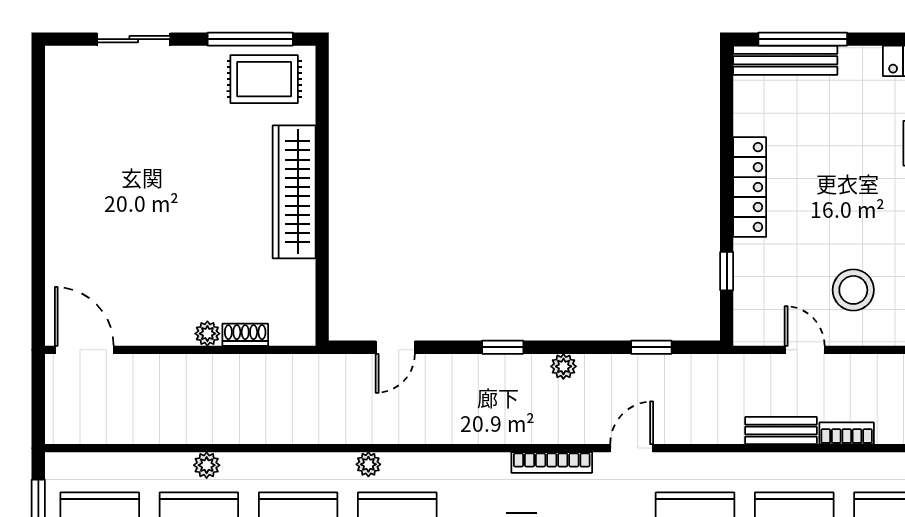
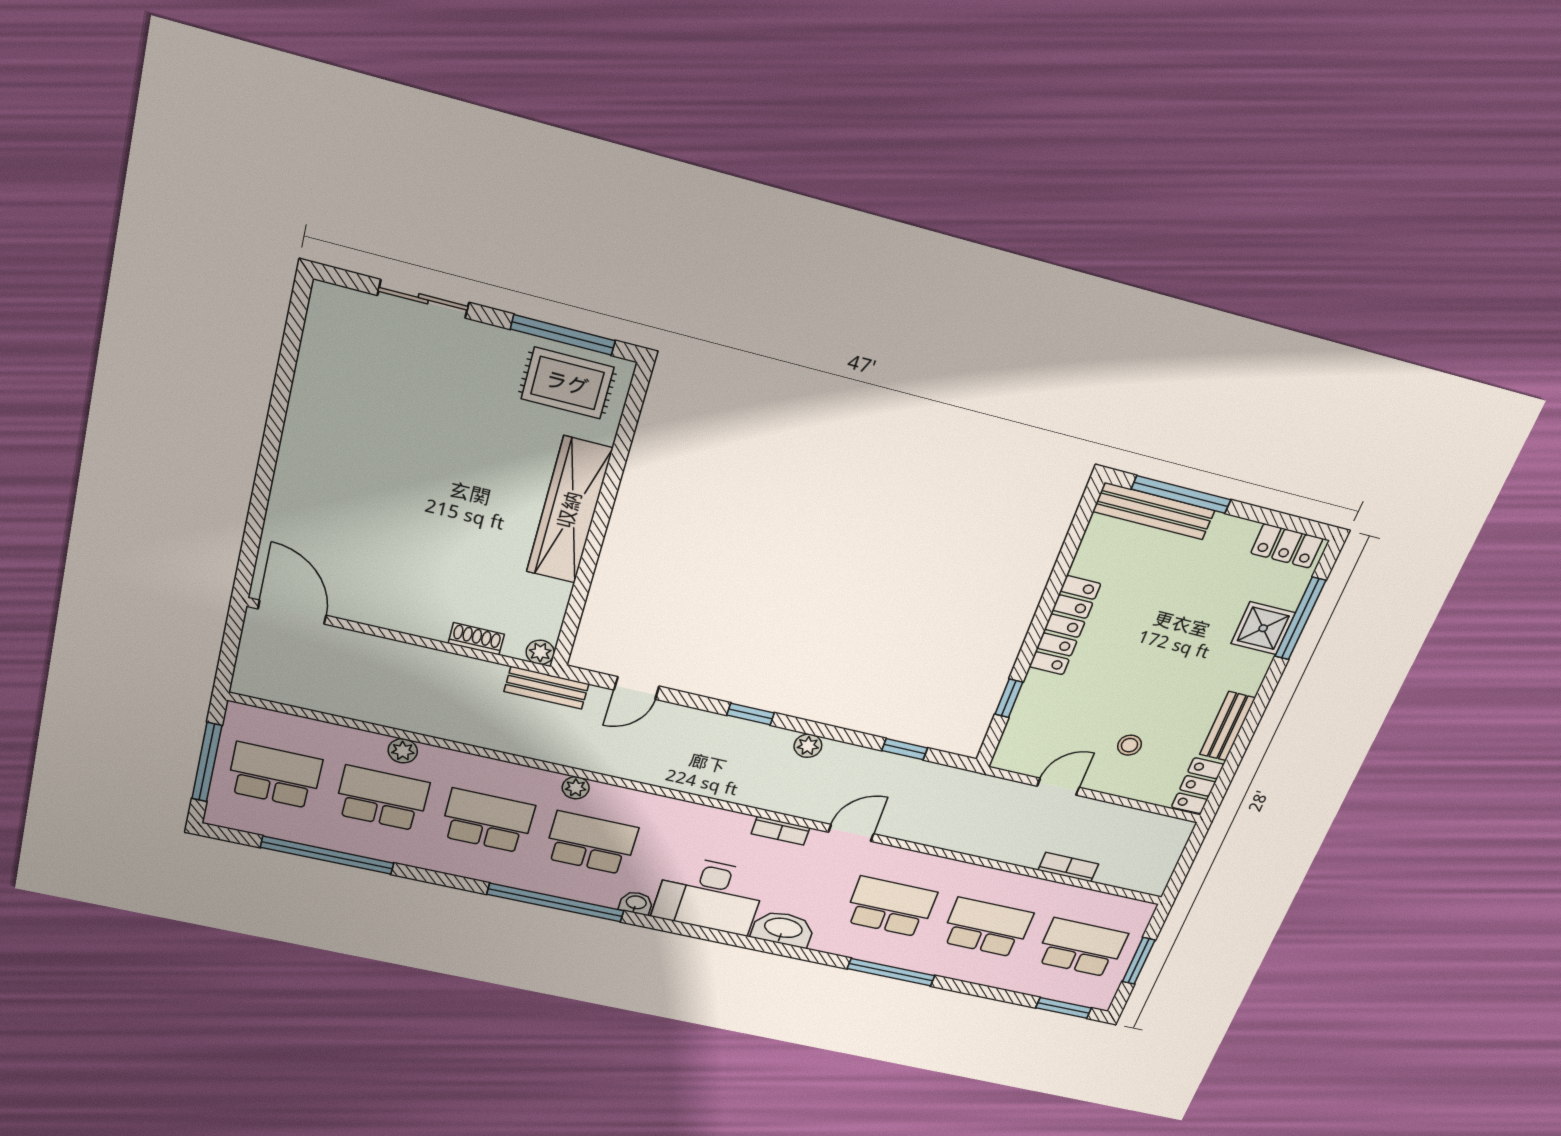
stool: (853, 290) -> (1129, 745), width x0.53, depth x0.53
plant: (207, 334) -> (540, 652), moved
door: (805, 350) -> (1058, 787), hinge flipped
bench: (781, 431) -> (546, 688), moved
bookcase: (552, 462) -> (781, 831), width x0.64

